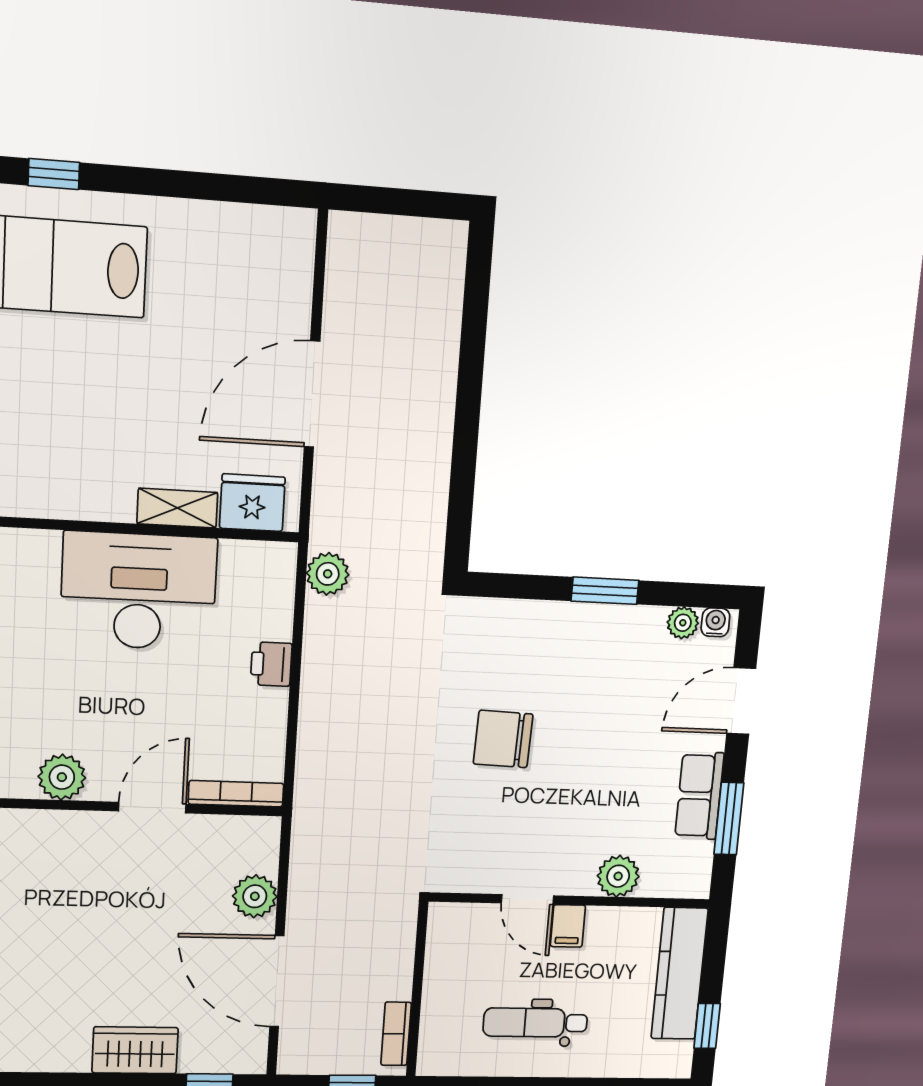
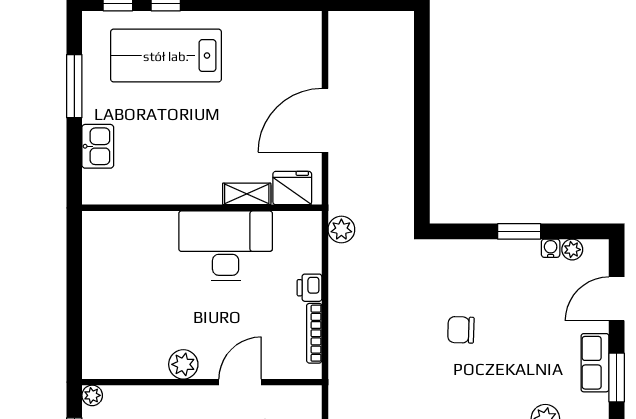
water cooler: (715, 622) -> (551, 248), moved
chair: (503, 739) -> (461, 330), width x0.73, depth x0.73
bookcase: (236, 794) -> (314, 333), moved, turned -90

